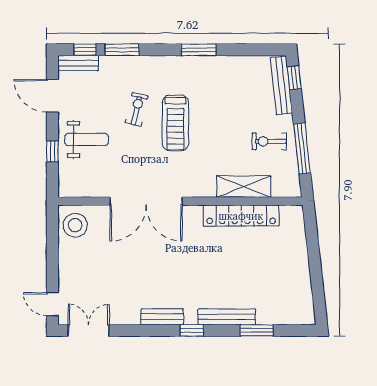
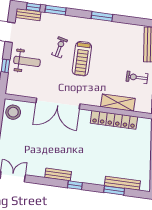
bench: (227, 317) -> (122, 183), moved

